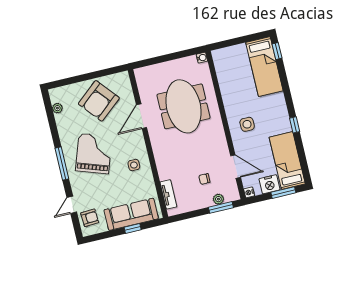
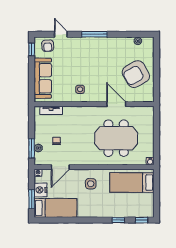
bed: (264, 67) -> (132, 183), moved
armchair: (99, 101) -> (136, 74), turned -79
window: (295, 125) -> (118, 220), moved
grand piano: (94, 154) -> (96, 61), removed
window: (133, 228) -> (32, 49), moved

